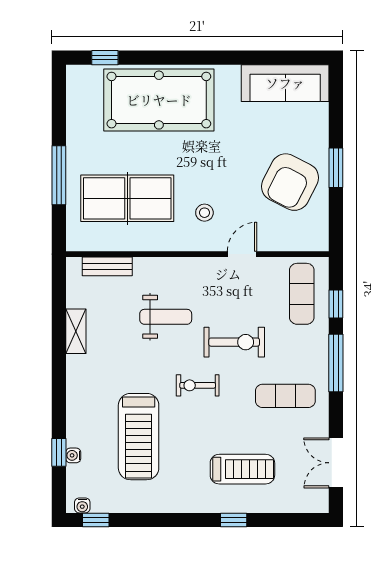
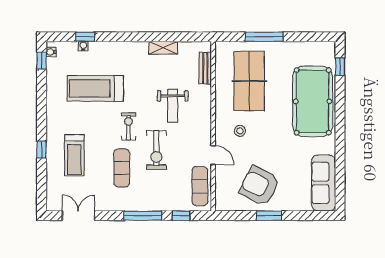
exercise mat: (302, 294) -> (200, 186), moved, turned 90
exercise mat: (285, 396) -> (122, 168), moved

